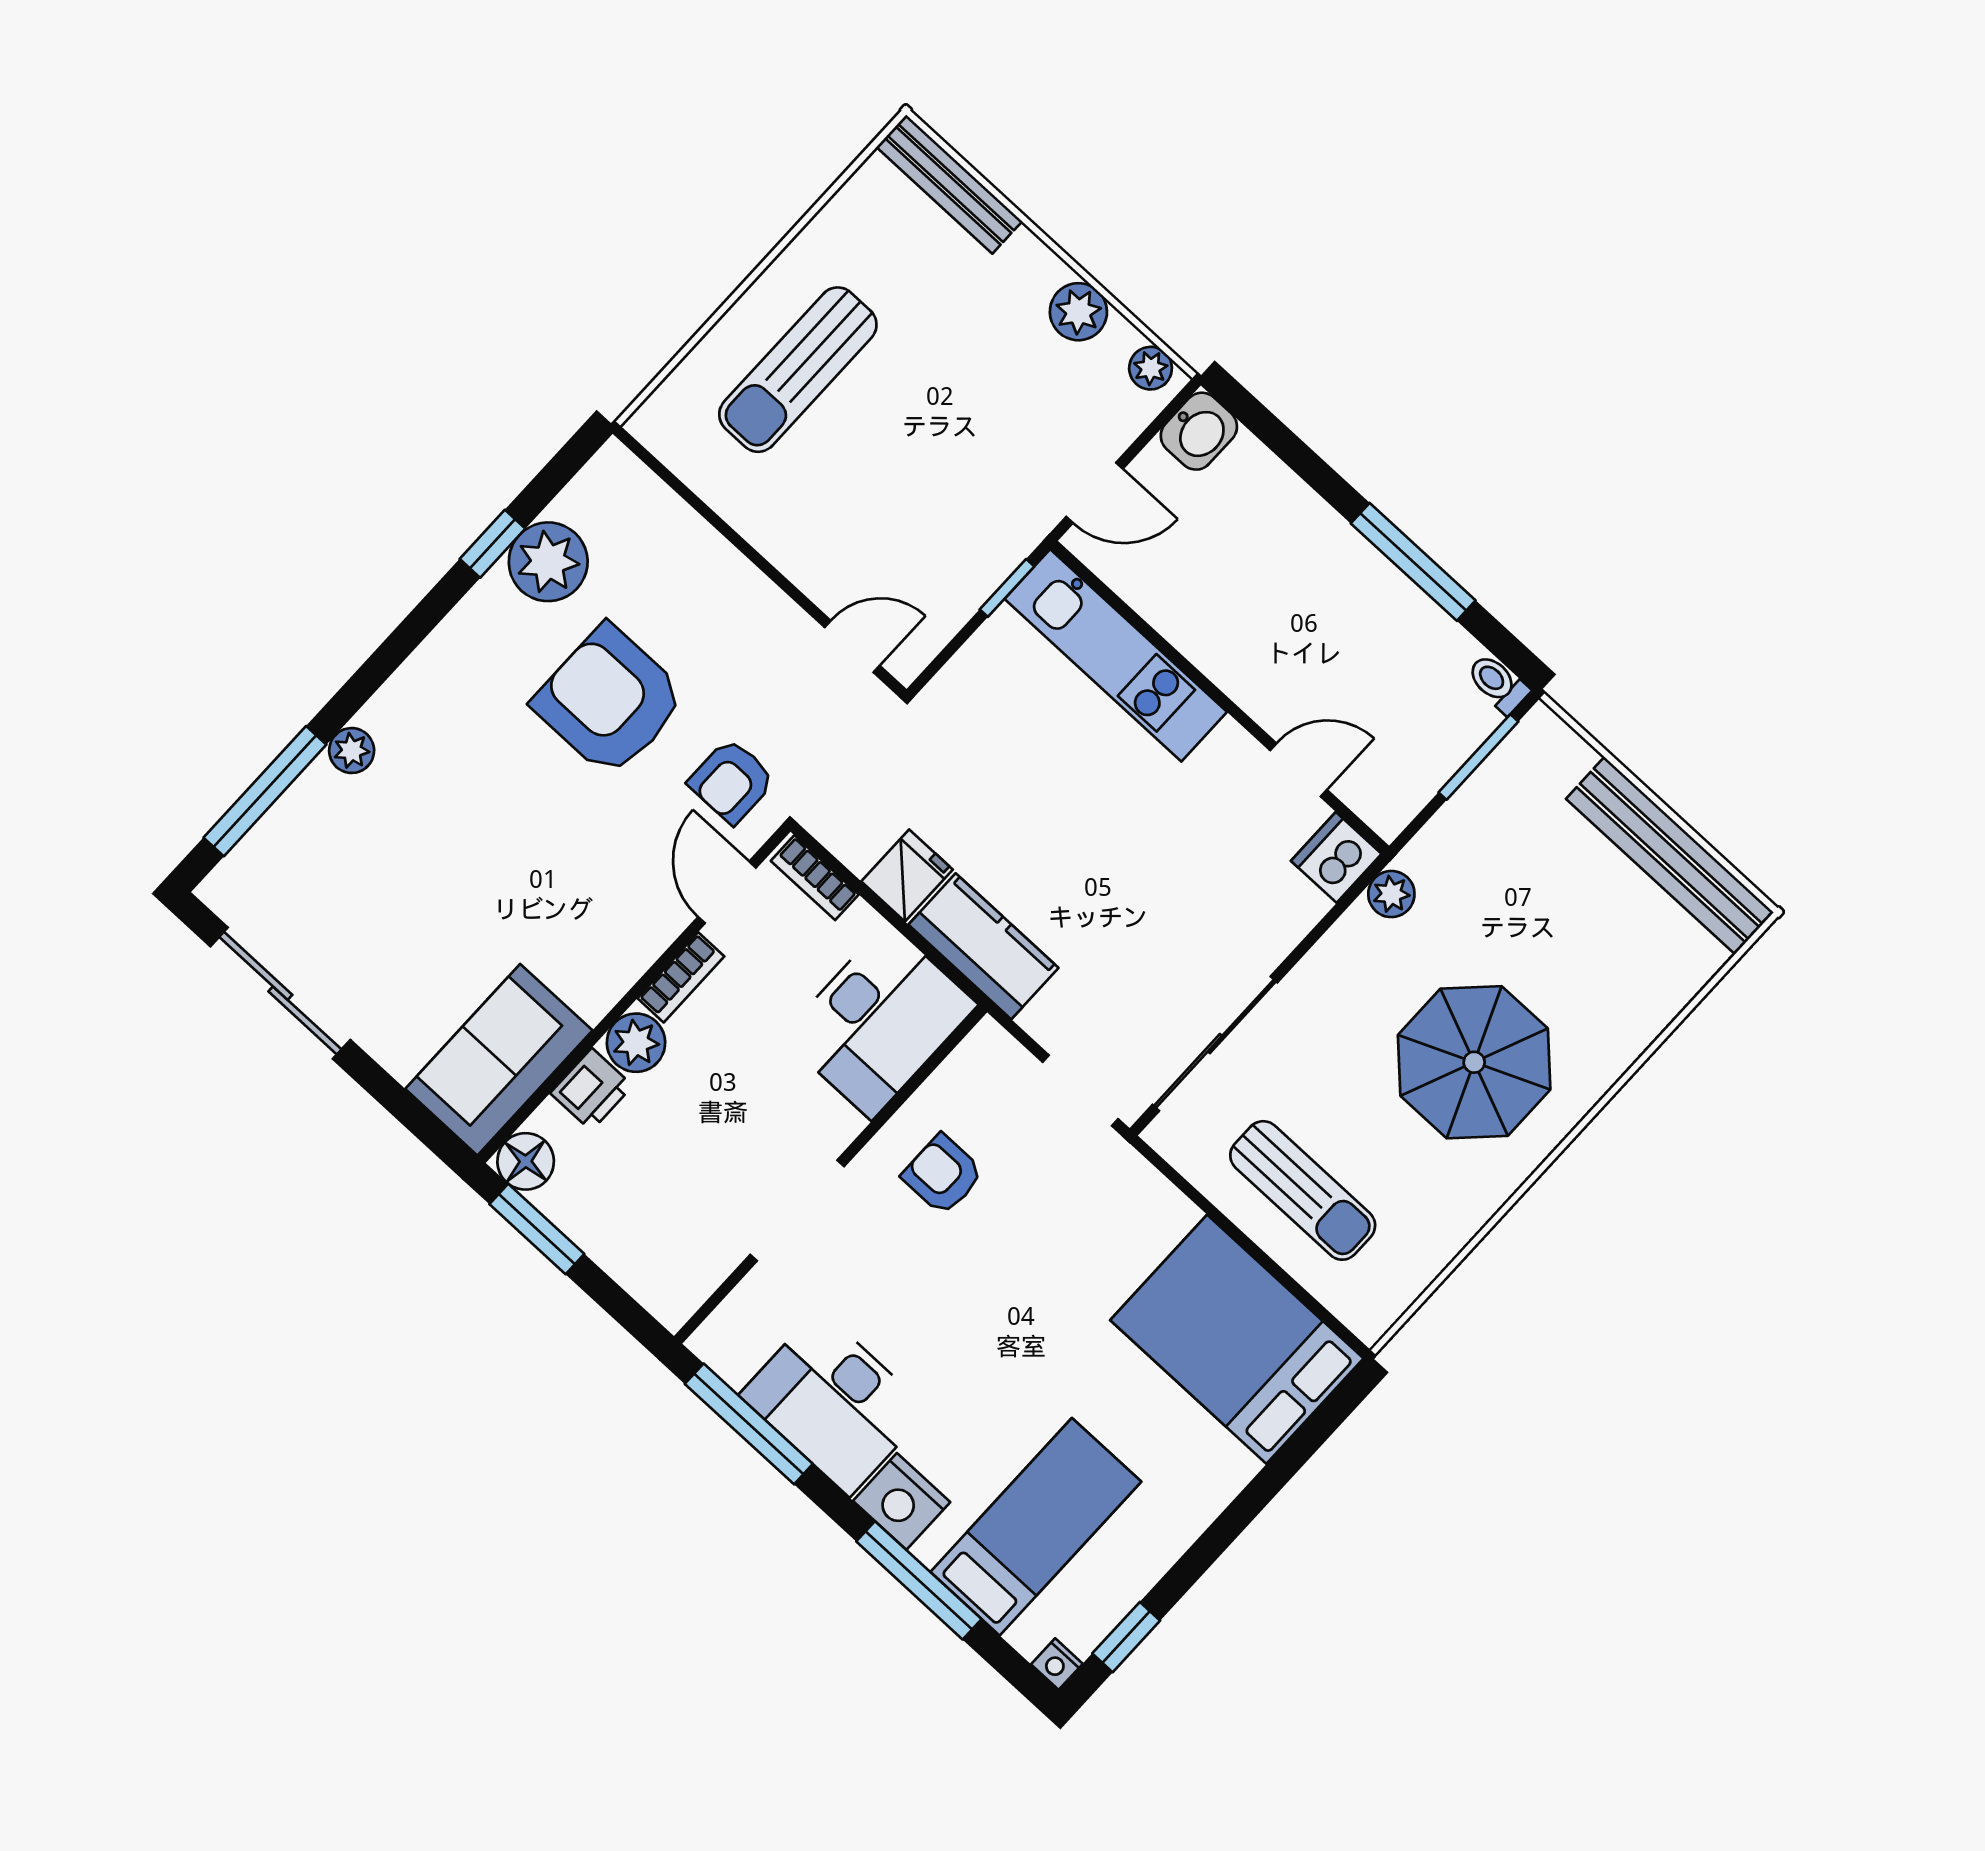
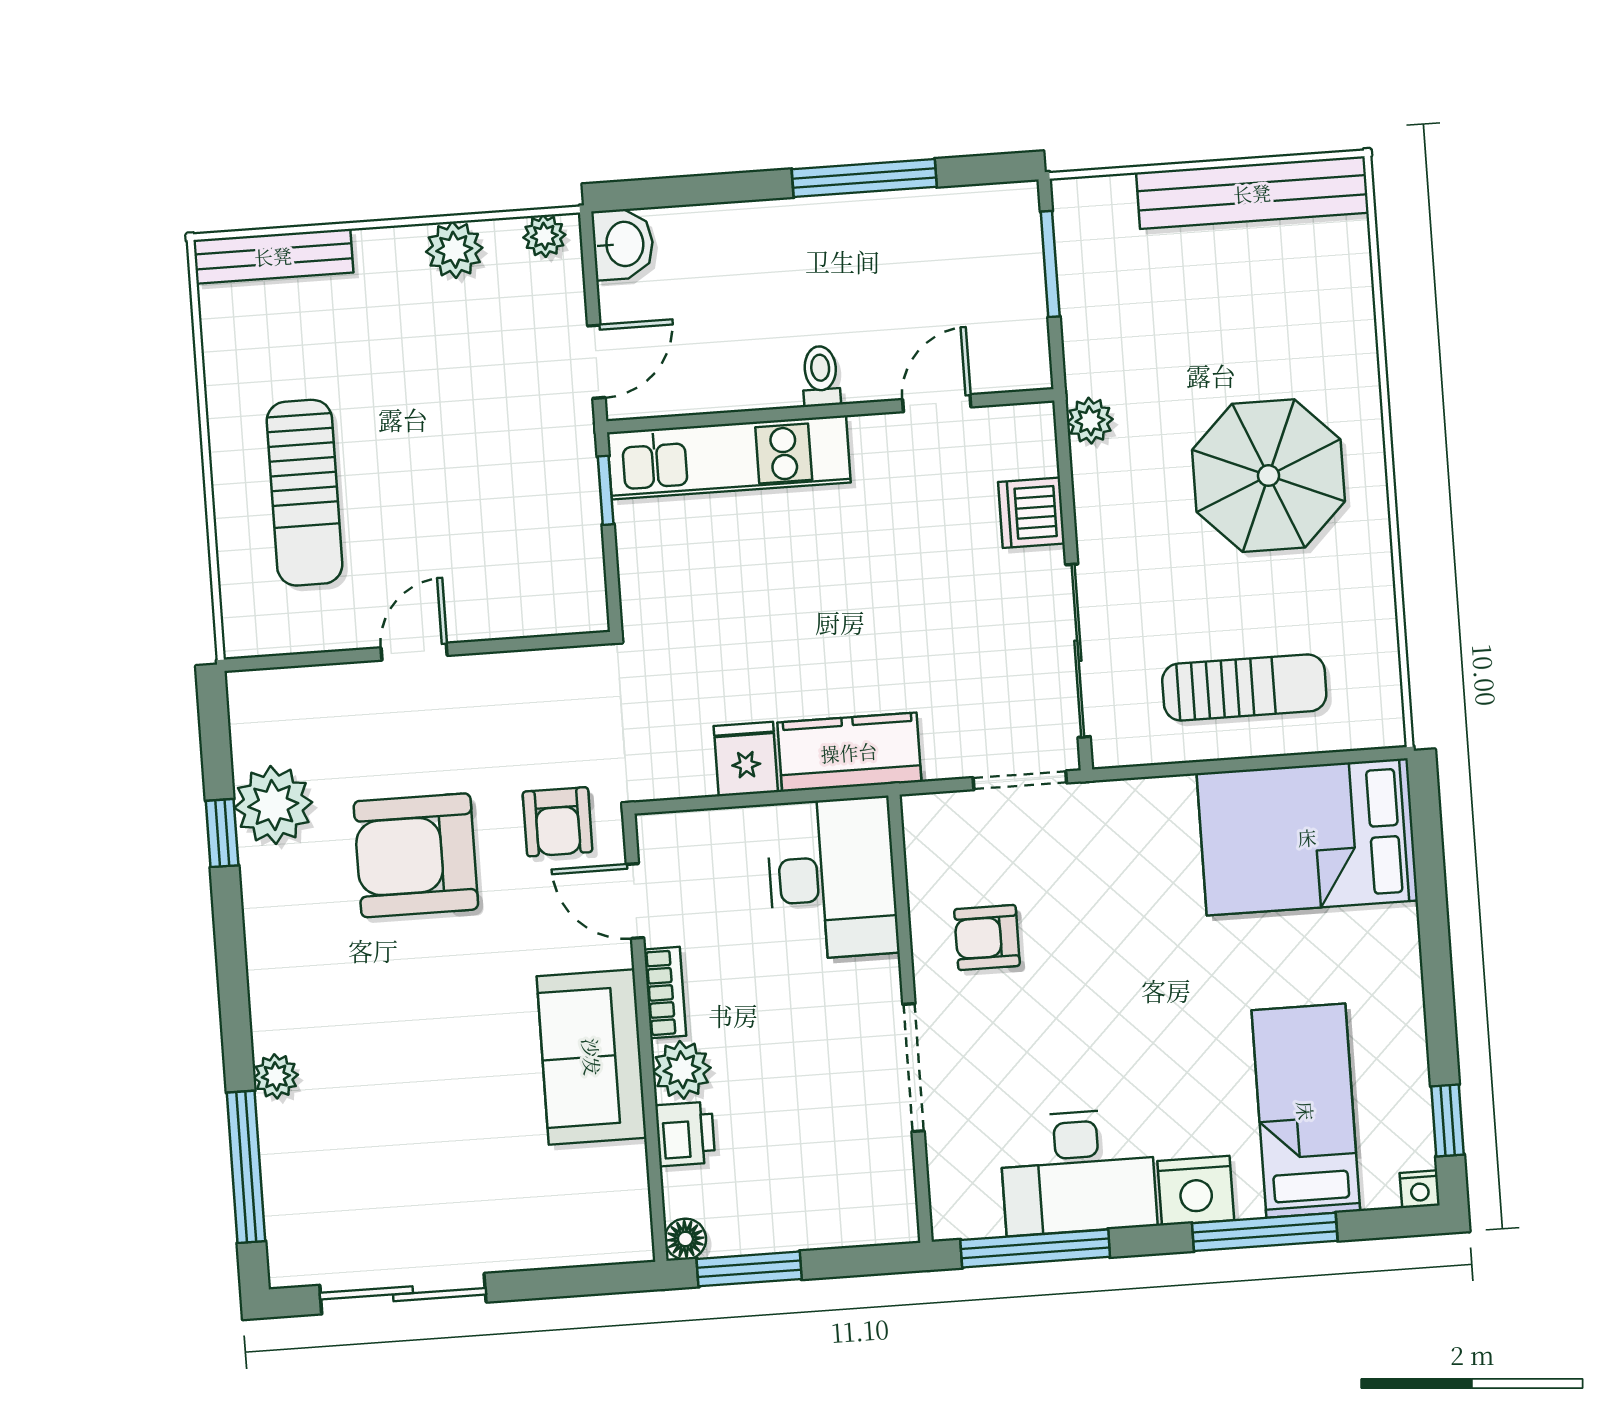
door: (852, 646) -> (414, 652), moved
toilet: (1498, 684) -> (821, 376), moved, turned 90
dishwasher: (1336, 857) -> (1031, 513), moved
bookcase: (815, 878) -> (684, 827), removed
sofa: (499, 1060) -> (592, 1057), moved
floor lamp: (526, 1161) -> (685, 1239), width x0.73, depth x0.73

